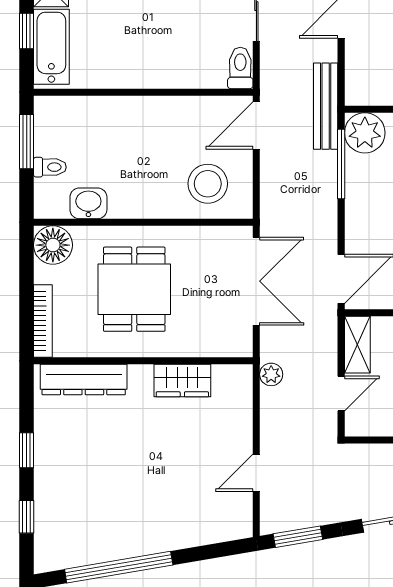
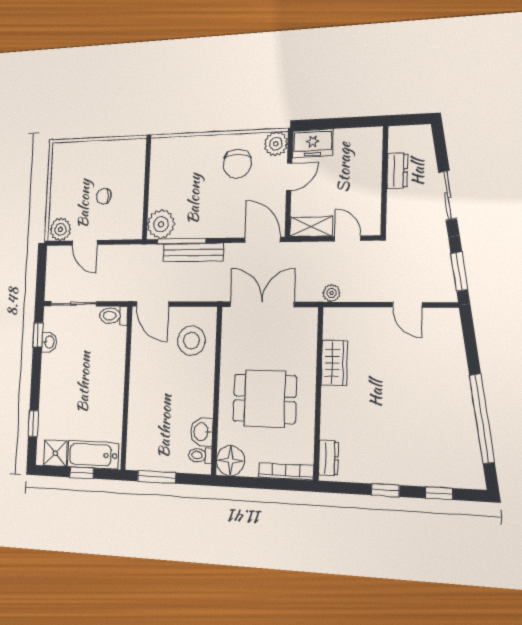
bench: (326, 106) -> (193, 252), moved
toilet: (50, 167) -> (200, 455), moved, turned -90
dresser: (84, 380) -> (329, 458), width x0.51, depth x0.80

